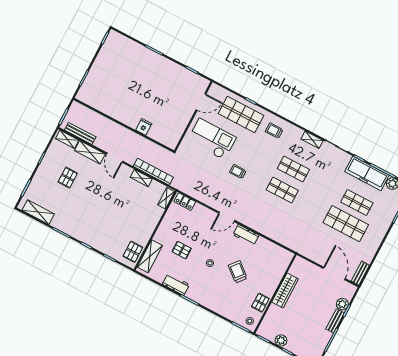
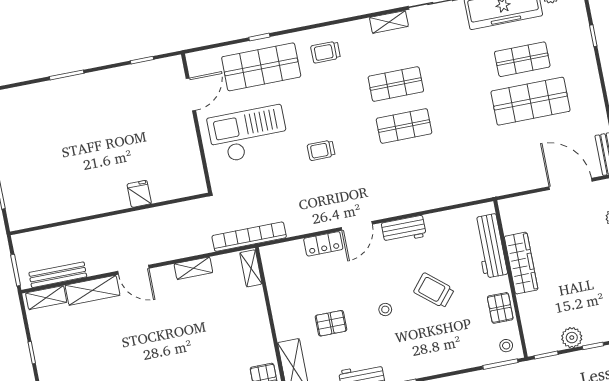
bookcase: (153, 172) -> (249, 237), moved
pallet: (68, 178) -> (90, 350), removed
locker: (185, 202) -> (323, 244), moved
workbench: (278, 272) -> (490, 246), added

